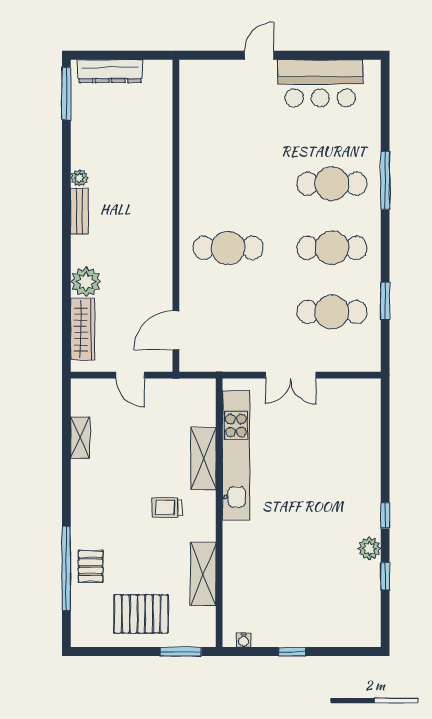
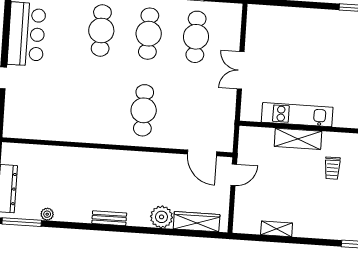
plant: (79, 178) -> (47, 214), moved
door: (130, 375) -> (234, 175), moved
double door: (291, 375) -> (241, 70), swing flipped
kitchen unit: (236, 455) -> (297, 115), width x0.73

